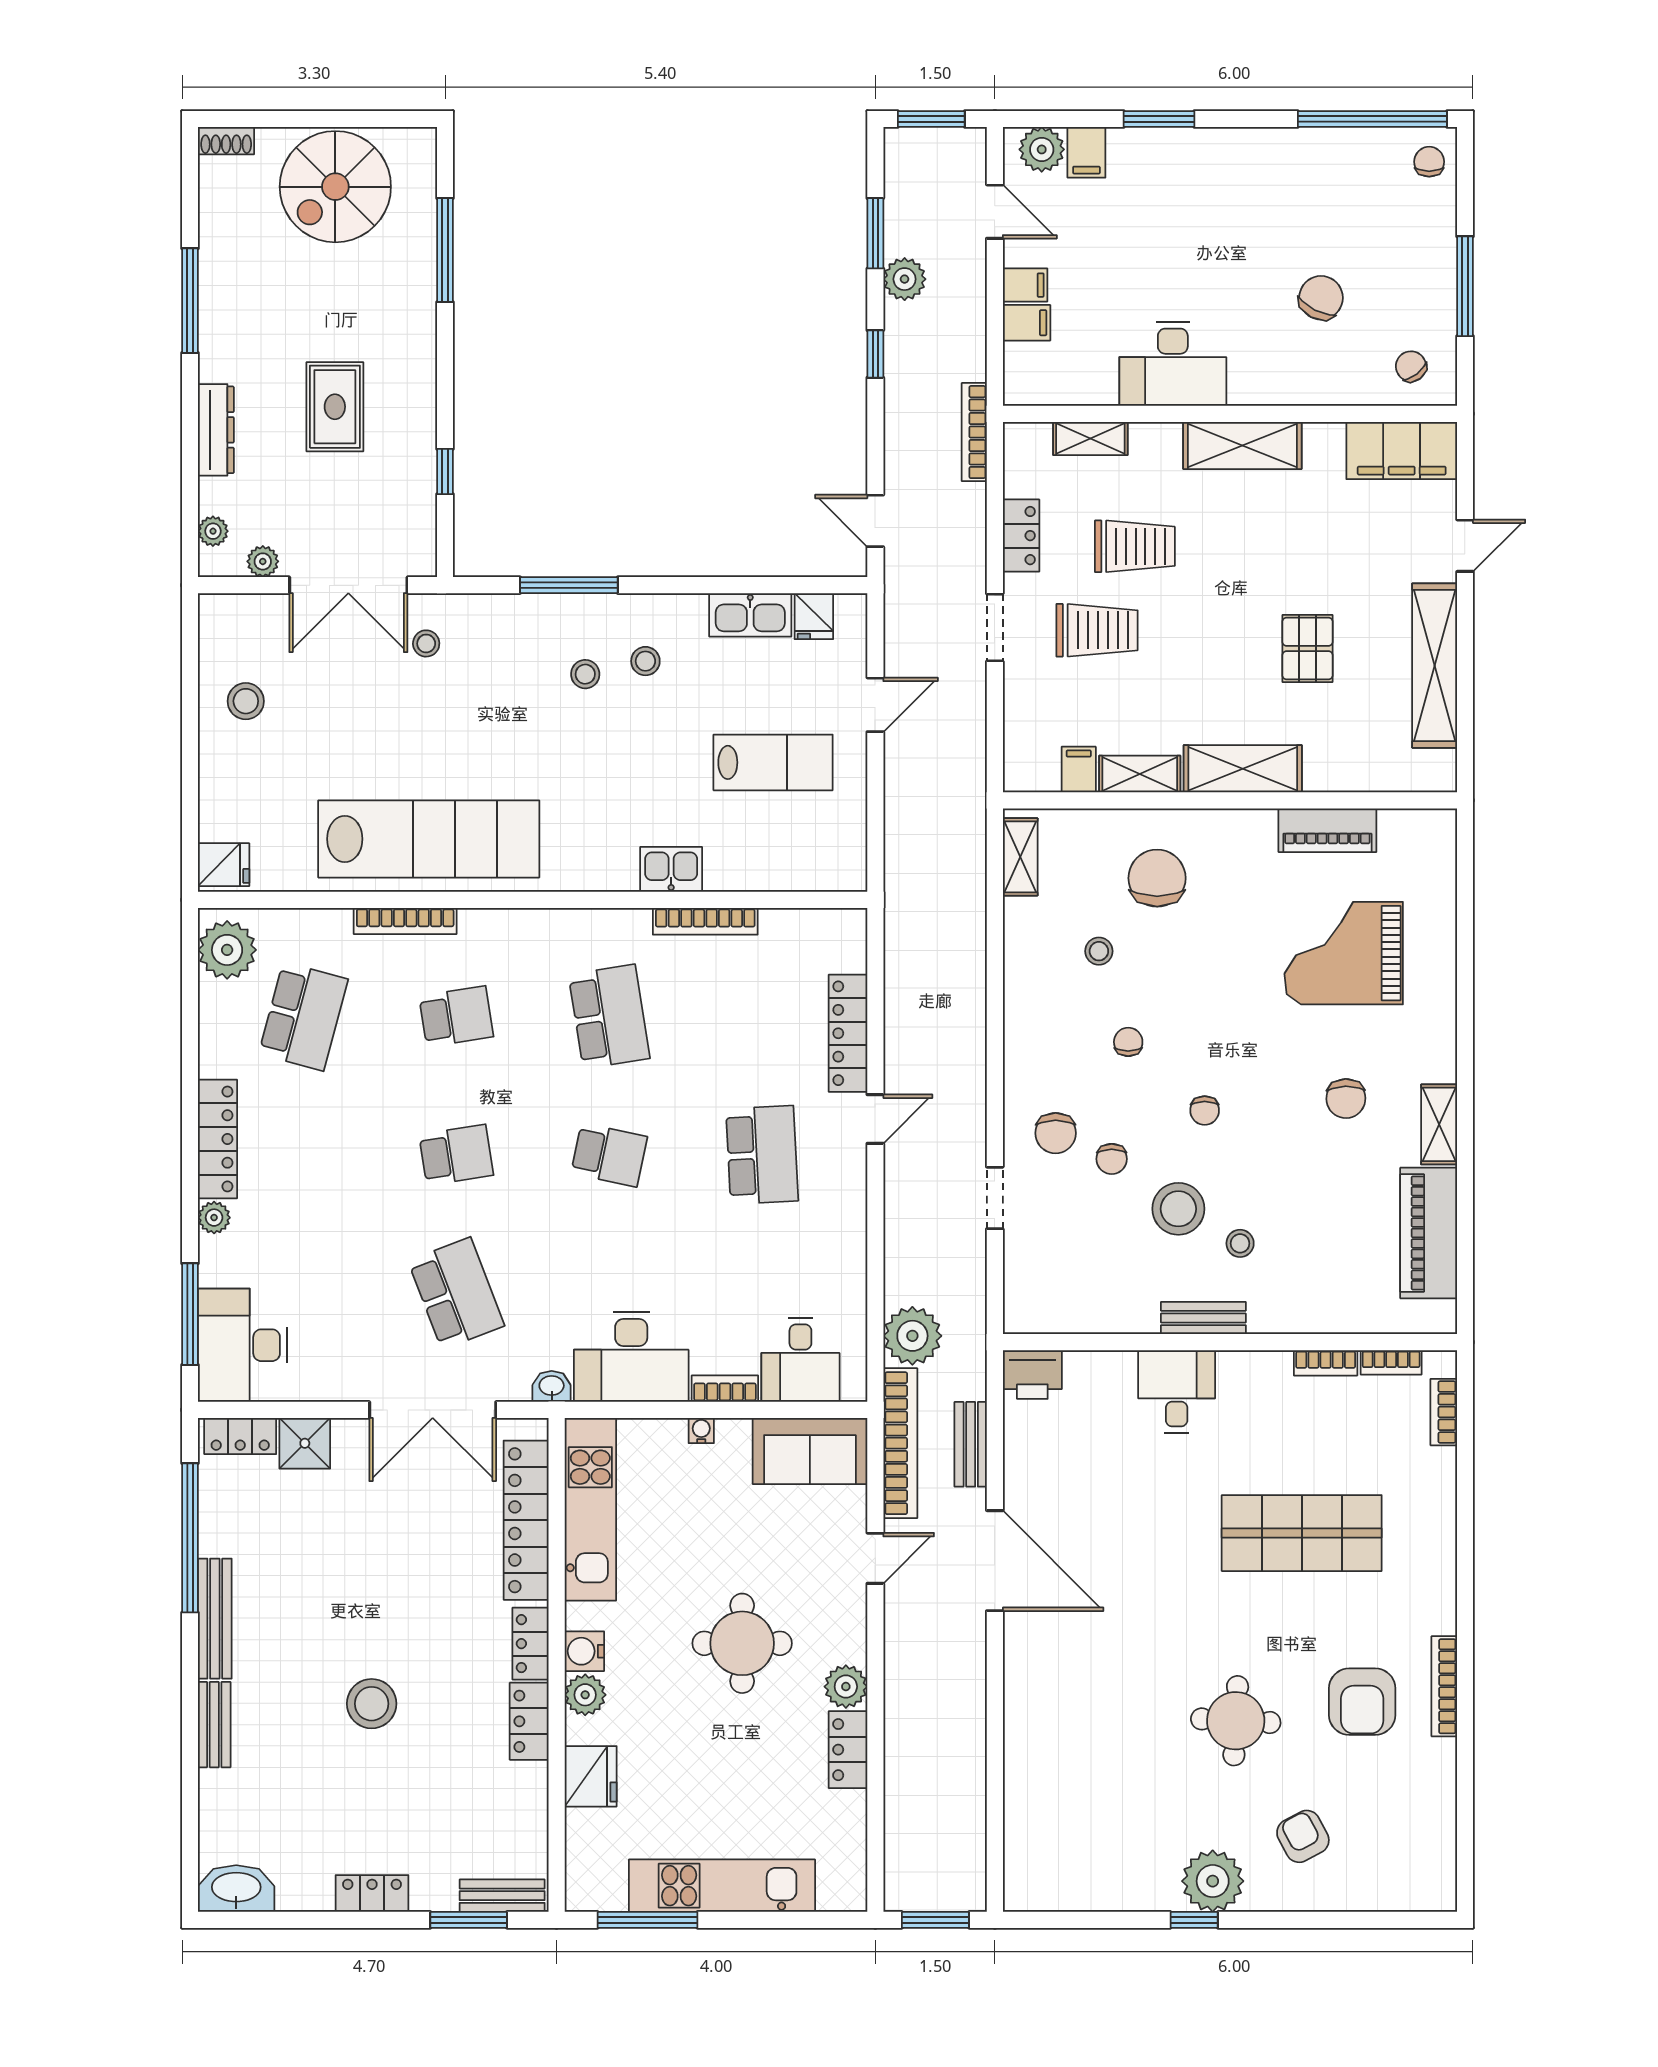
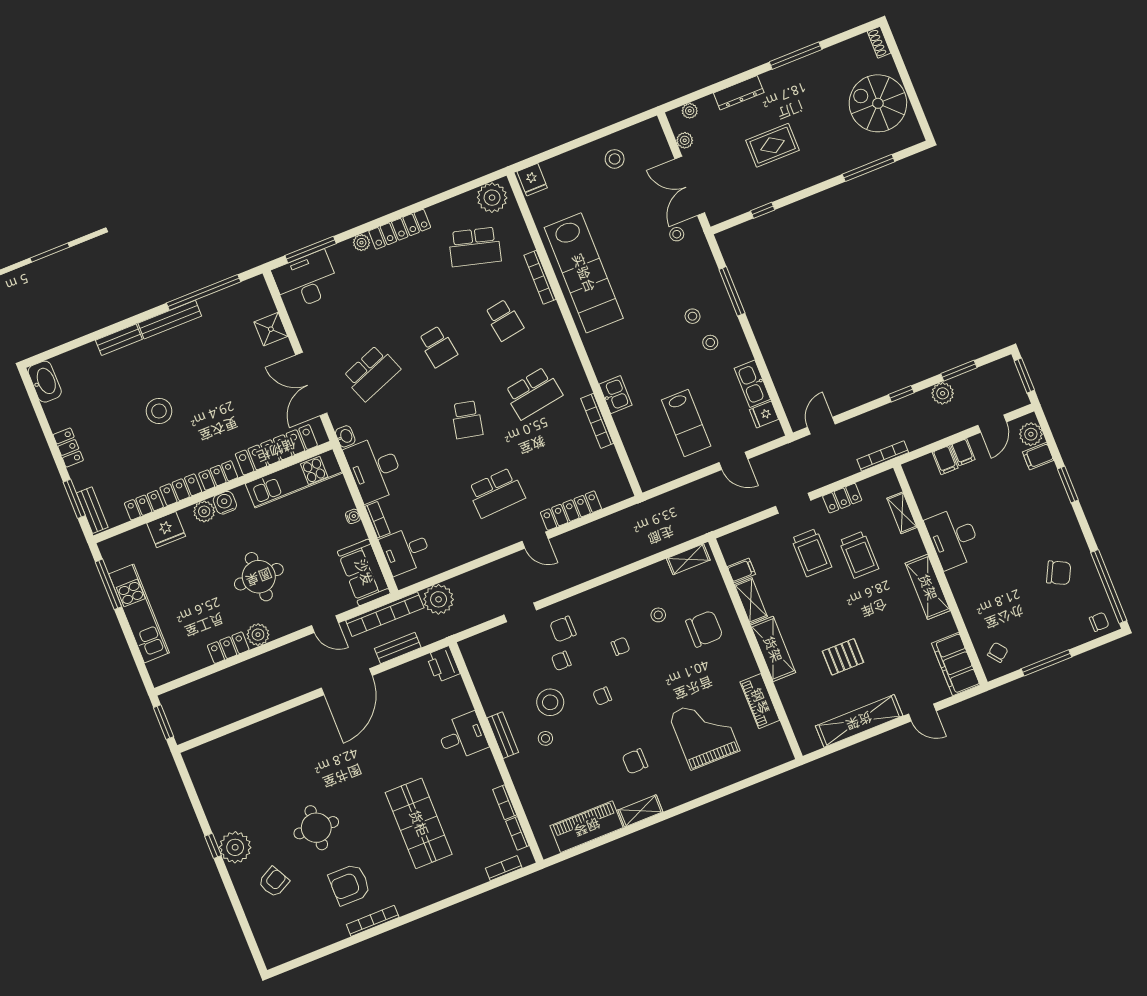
chair: (1321, 298) -> (1059, 573), moved
locker: (240, 1436) -> (144, 505), moved, turned 90

